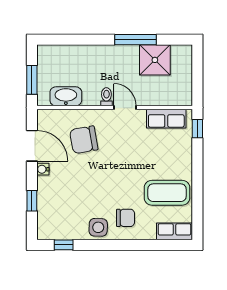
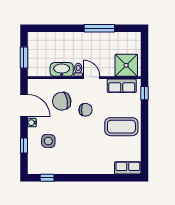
shower: (155, 60) -> (126, 65), moved
washbasin: (66, 96) -> (62, 69), moved
coffee table: (167, 193) -> (121, 127), moved
chair: (125, 218) -> (86, 110), moved
side table: (98, 227) -> (48, 141), moved

